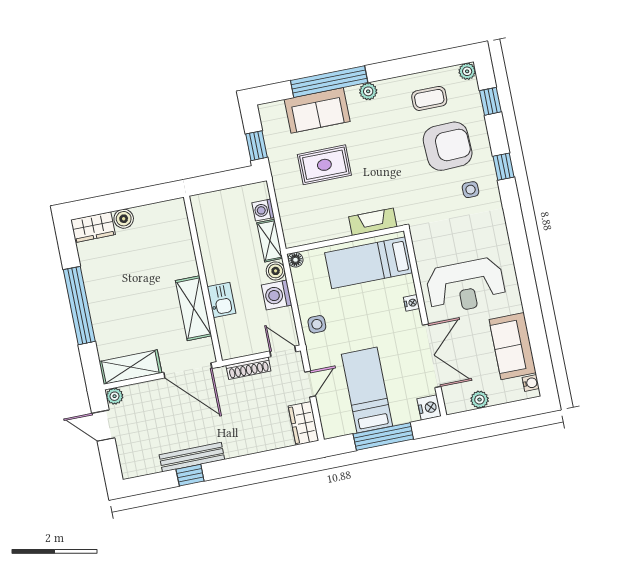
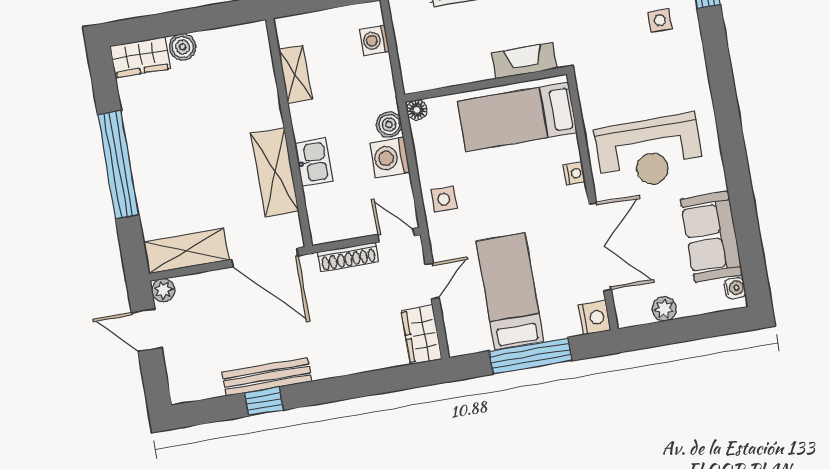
shelving: (270, 241) -> (295, 74), moved

